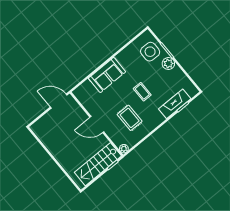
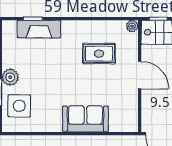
coffee table: (142, 92) -> (63, 70), removed
rug: (130, 118) -> (99, 54), turned 90

